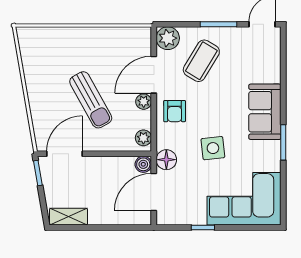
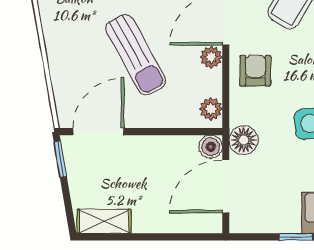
armchair: (175, 111) -> (255, 71), turned 180

